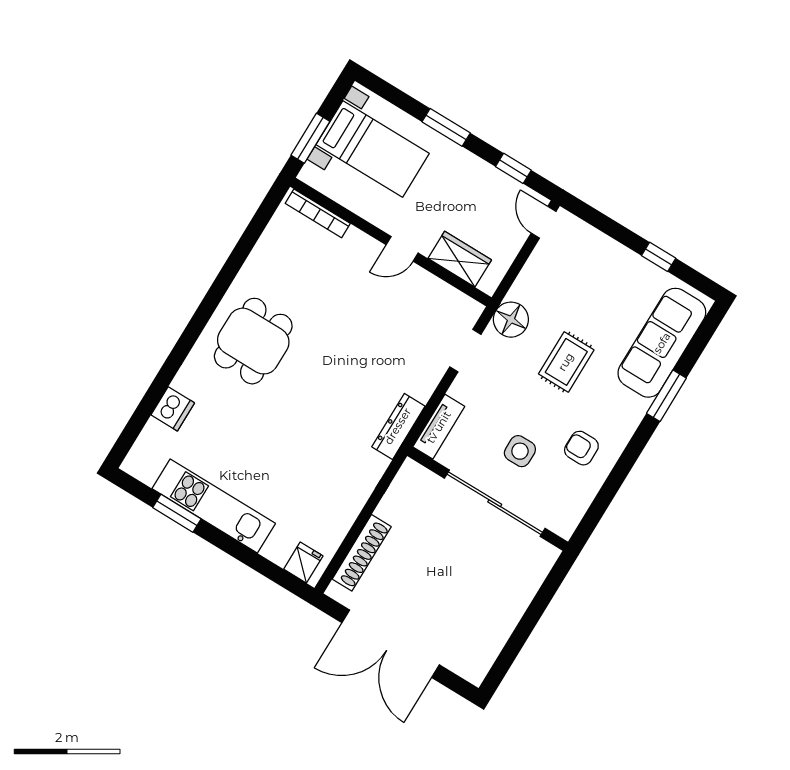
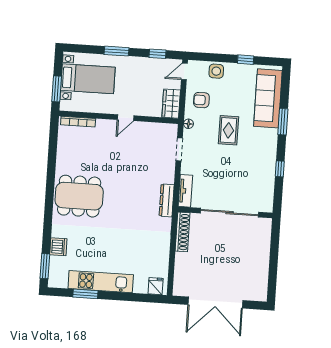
door: (544, 222) -> (184, 71), hinge flipped
wardrobe: (460, 259) -> (171, 104), moved, turned -90
floor lamp: (511, 320) -> (188, 124), width x0.53, depth x0.53
dining table: (253, 341) -> (79, 196), width x1.38
window: (133, 430) -> (45, 266), added
armchair: (581, 448) -> (201, 100), moved
side table: (520, 451) -> (216, 71), moved
window: (619, 473) -> (280, 169), added
shoe rack: (362, 553) -> (183, 232), moved

